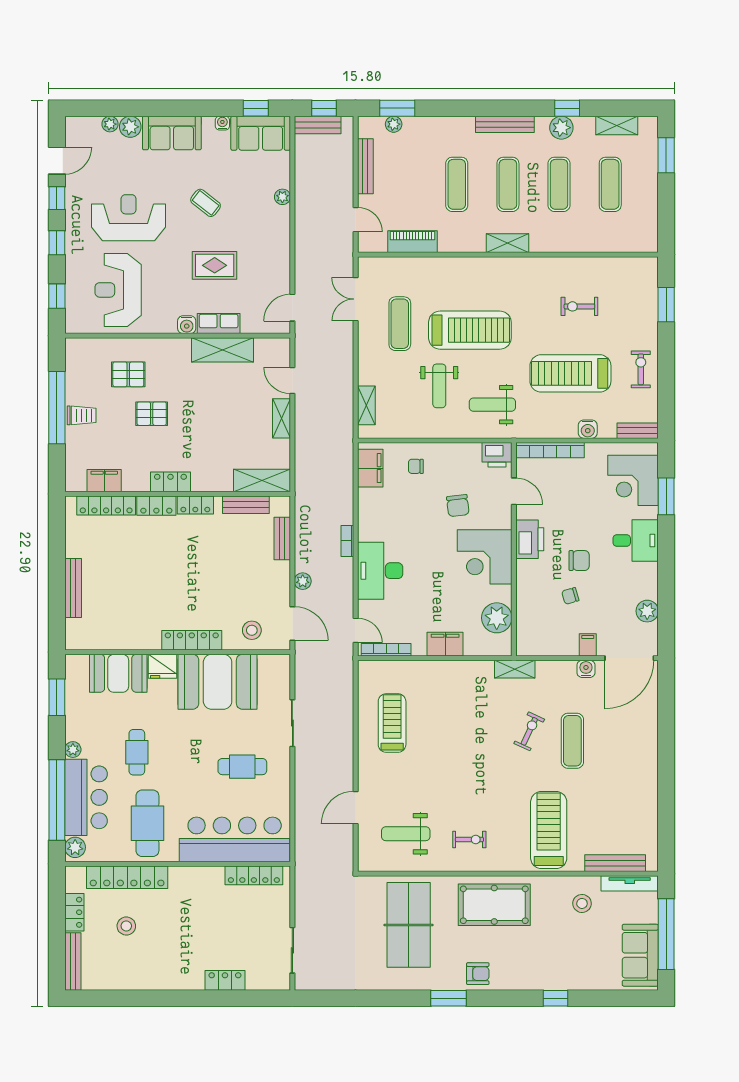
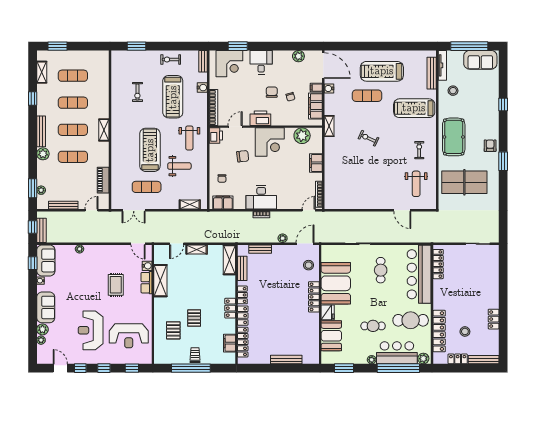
plant: (561, 128) -> (43, 154), moved
coffee table: (206, 203) -> (83, 290), removed
water cooler: (187, 325) -> (147, 266), moved
desk: (380, 571) -> (261, 197), moved
filing cabinet: (553, 643) -> (315, 106), added
treadmill: (392, 723) -> (382, 71), moved, width x1.37, depth x1.38
exercise bike: (529, 731) -> (368, 138), moved
locker: (225, 980) -> (494, 319), moved

